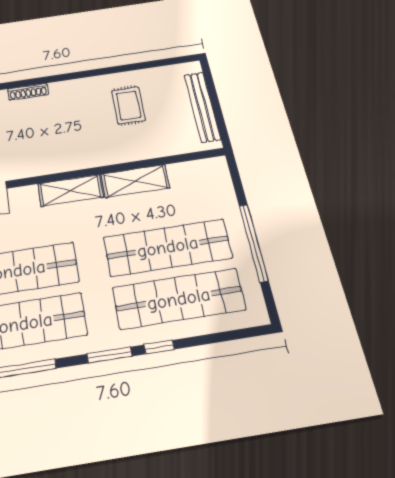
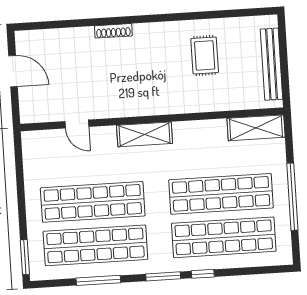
shelving: (135, 181) -> (256, 128), moved

